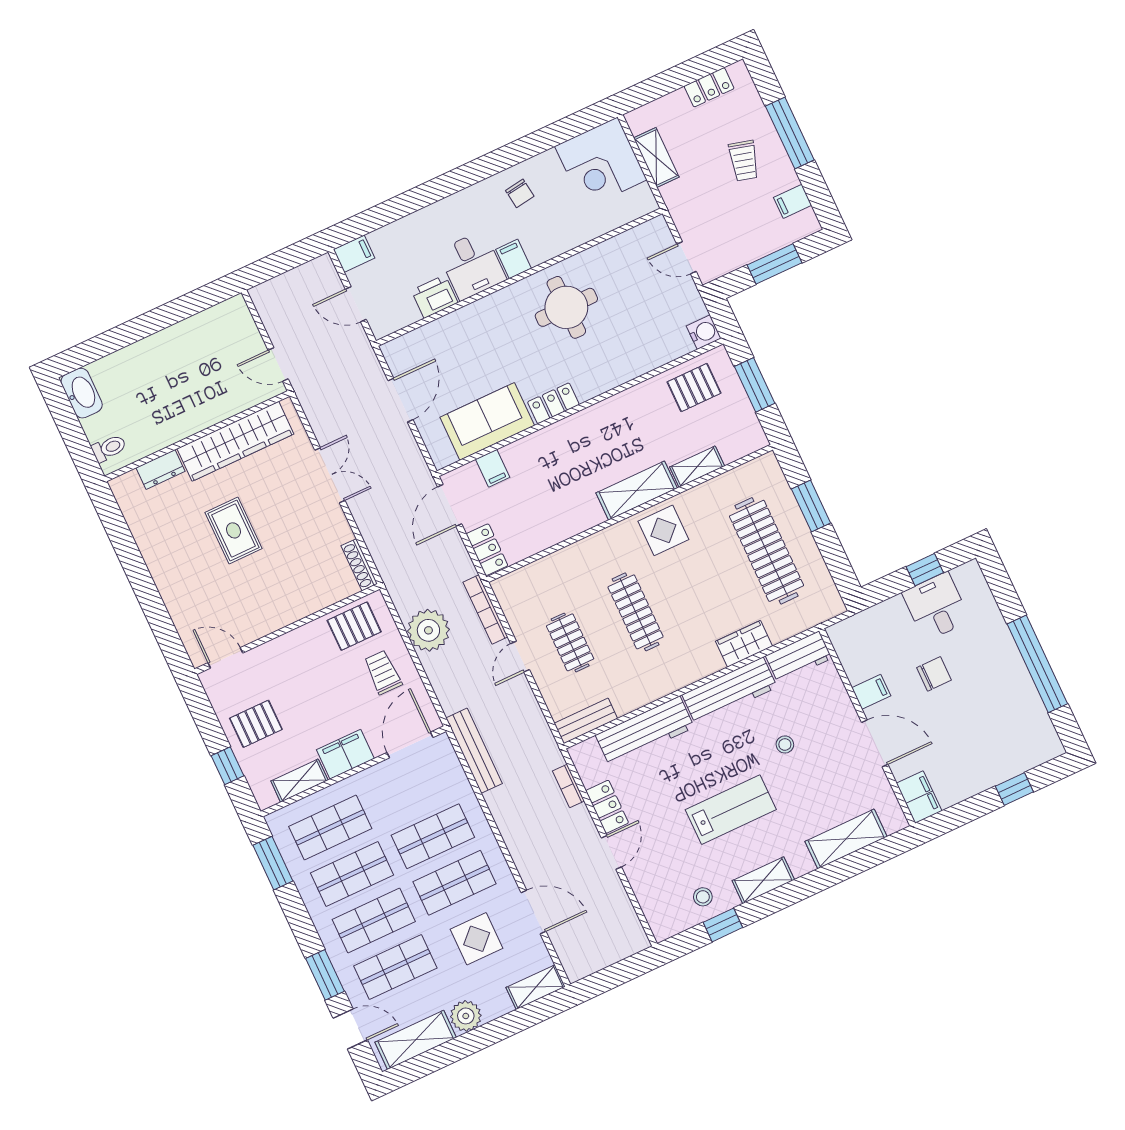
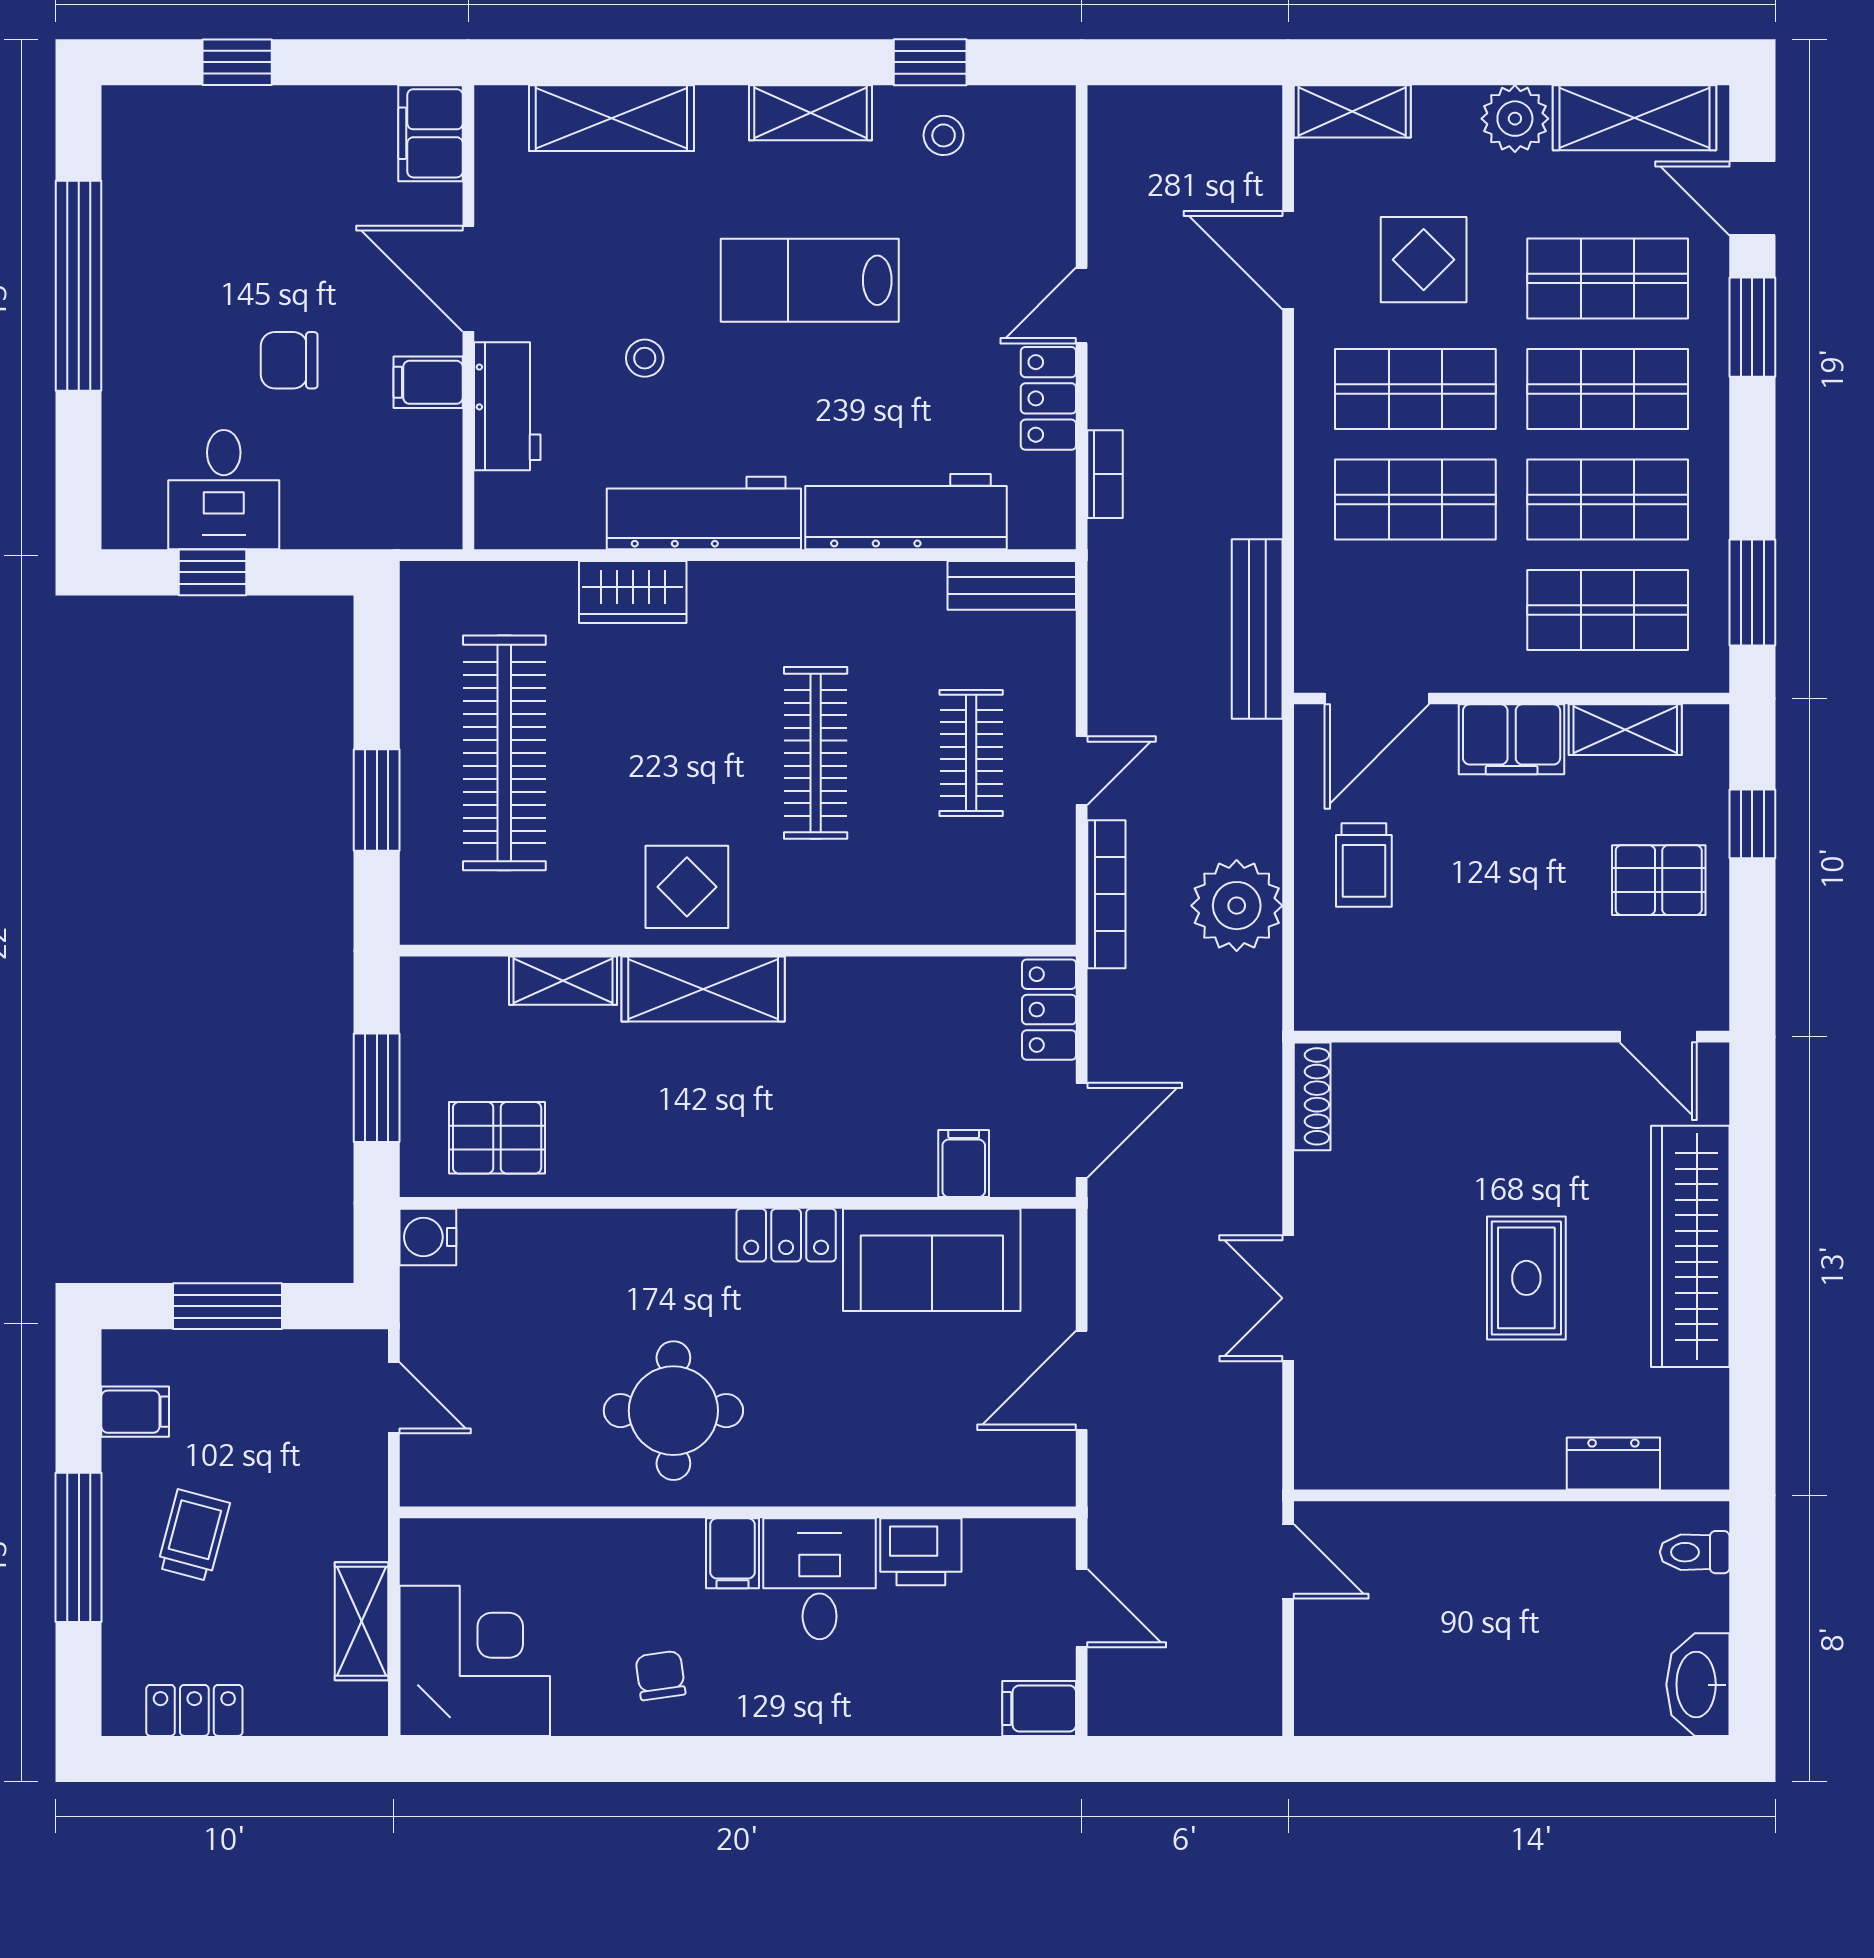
wardrobe: (235, 441) -> (1690, 1246), moved, turned -90
pallet: (354, 626) -> (1378, 982), removed
workbench: (799, 657) -> (507, 406), moved, turned 90

